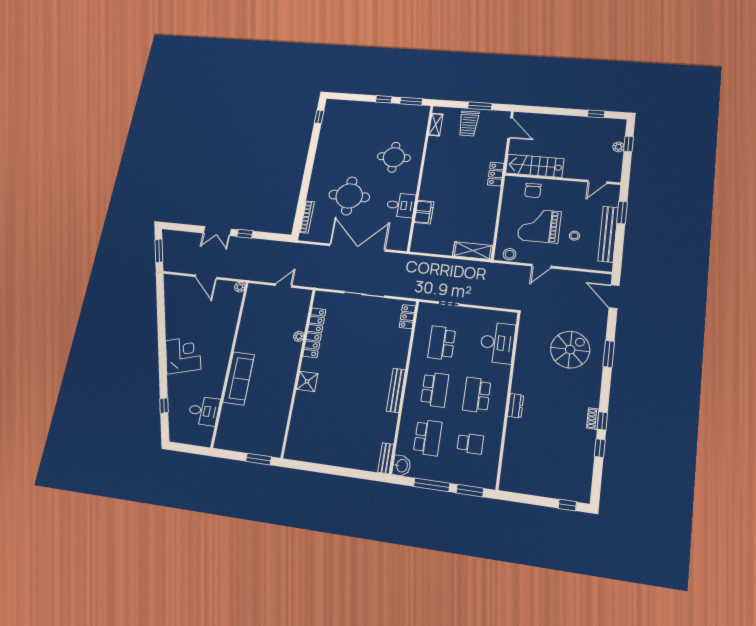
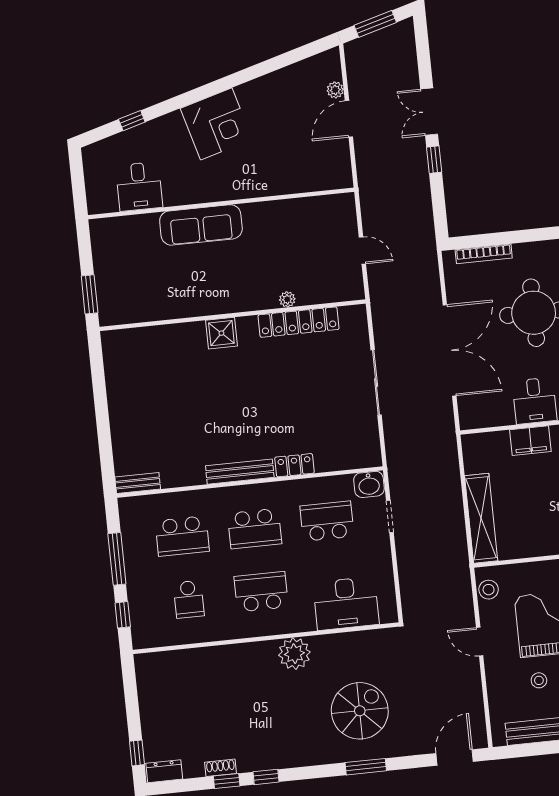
shelving: (473, 251) -> (481, 518), width x1.47
plant: (240, 287) -> (335, 90), moved
locker: (407, 317) -> (294, 465), moved
spiral stairs: (570, 350) -> (360, 711), turned -90
plant: (523, 383) -> (294, 654), added
dresser: (516, 406) -> (164, 771), moved, turned 180
shoe rack: (593, 419) -> (221, 768), moved
washbasin: (402, 466) -> (369, 484), moved
window: (470, 491) -> (123, 615), width x0.67

